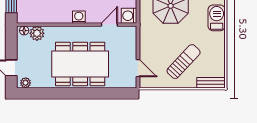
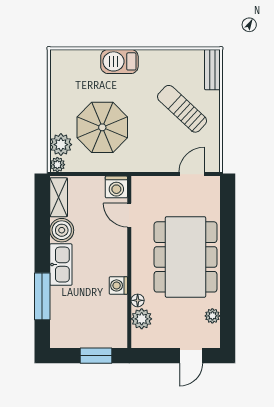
washing machine: (79, 17) -> (118, 285), moved
floor lamp: (24, 31) -> (138, 300), moved
plant: (26, 83) -> (212, 316), moved

